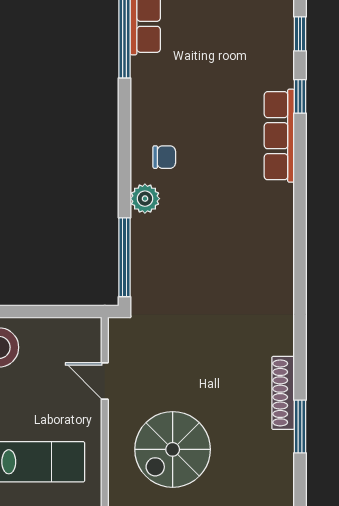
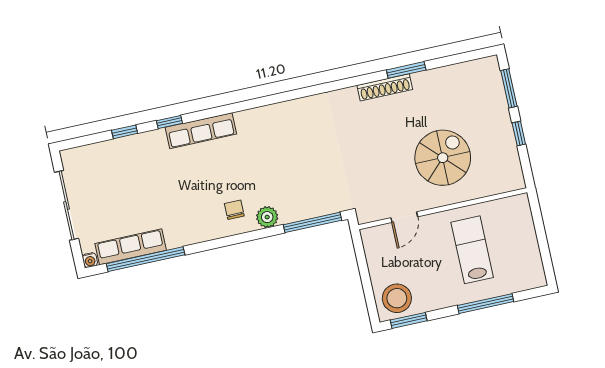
spiral stairs: (173, 449) -> (443, 158), turned -90

